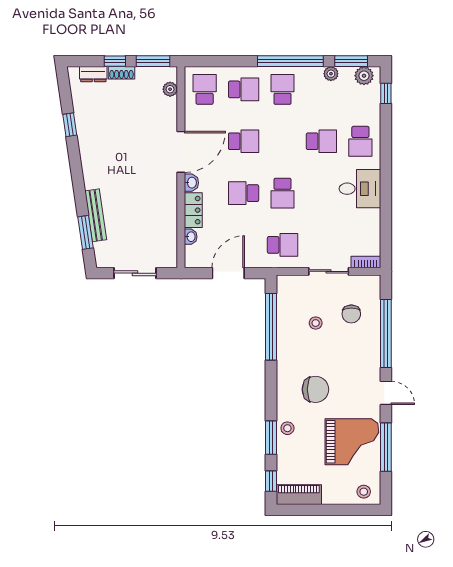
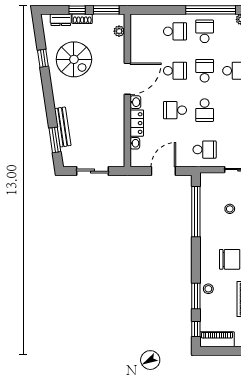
school desk: (205, 89) -> (205, 71), moved
spiral stairs: (111, 126) -> (74, 59), added

